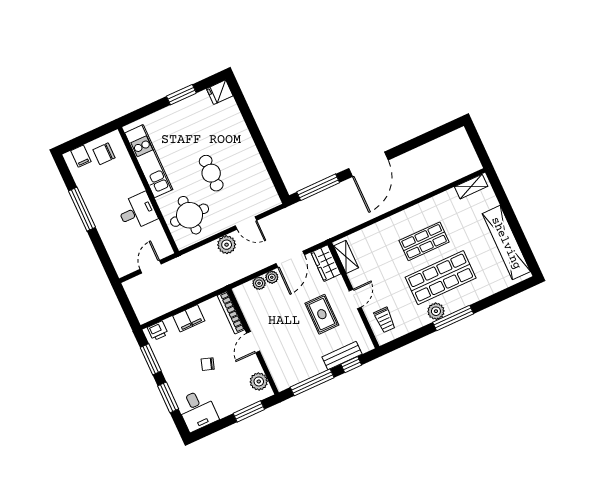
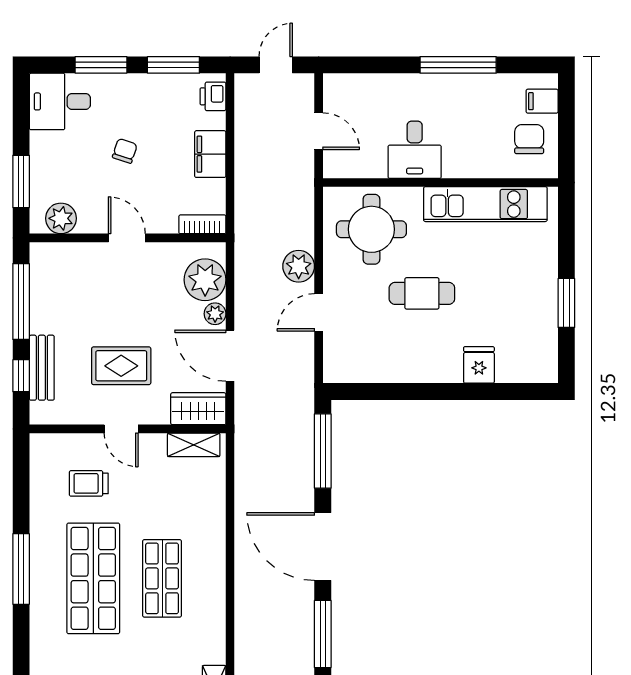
fridge: (220, 92) -> (479, 365), moved
window: (415, 143) -> (323, 634), added
plant: (259, 283) -> (205, 280), width x1.87, depth x1.87
door: (126, 305) -> (276, 65), added
plant: (436, 311) -> (44, 547), removed
bookcase: (231, 312) -> (202, 224), width x0.64
trolley: (385, 320) -> (89, 483), moved

